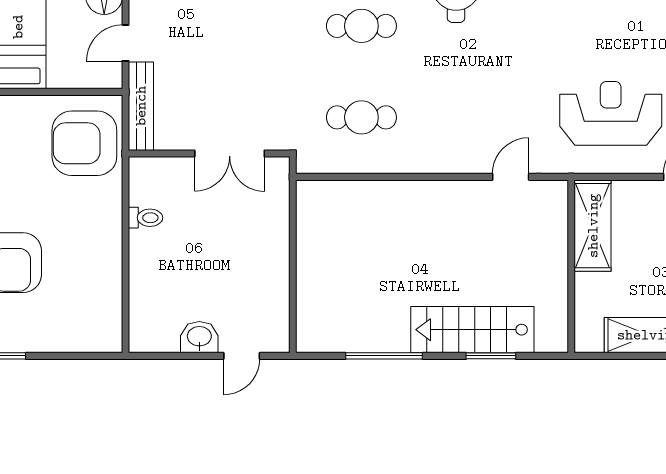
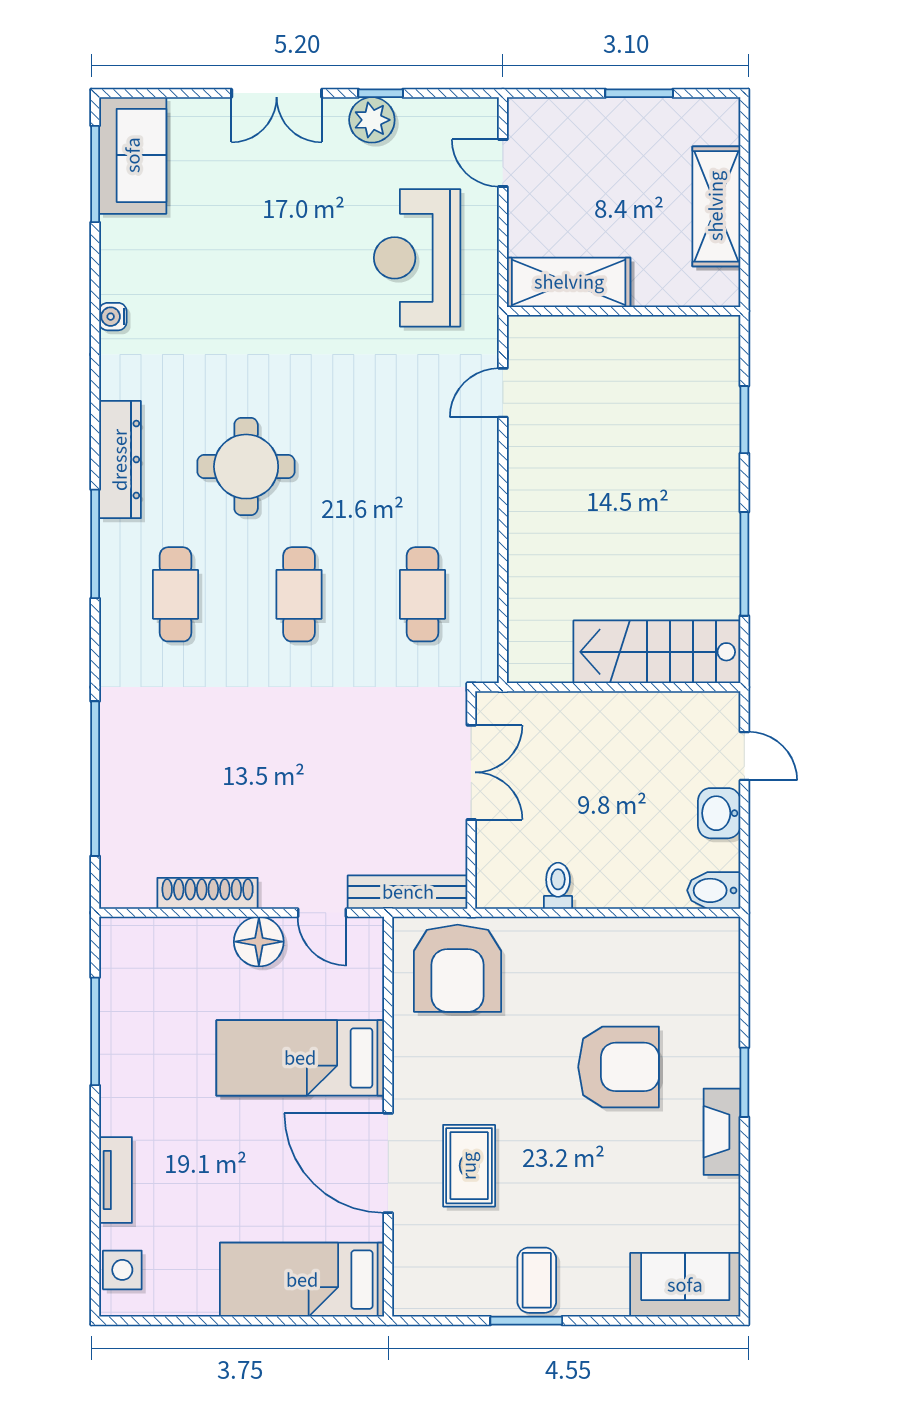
door: (511, 177) -> (503, 393), hinge flipped
stairs: (472, 330) -> (657, 652), moved, turned 90
bidet: (142, 333) -> (714, 890), added

